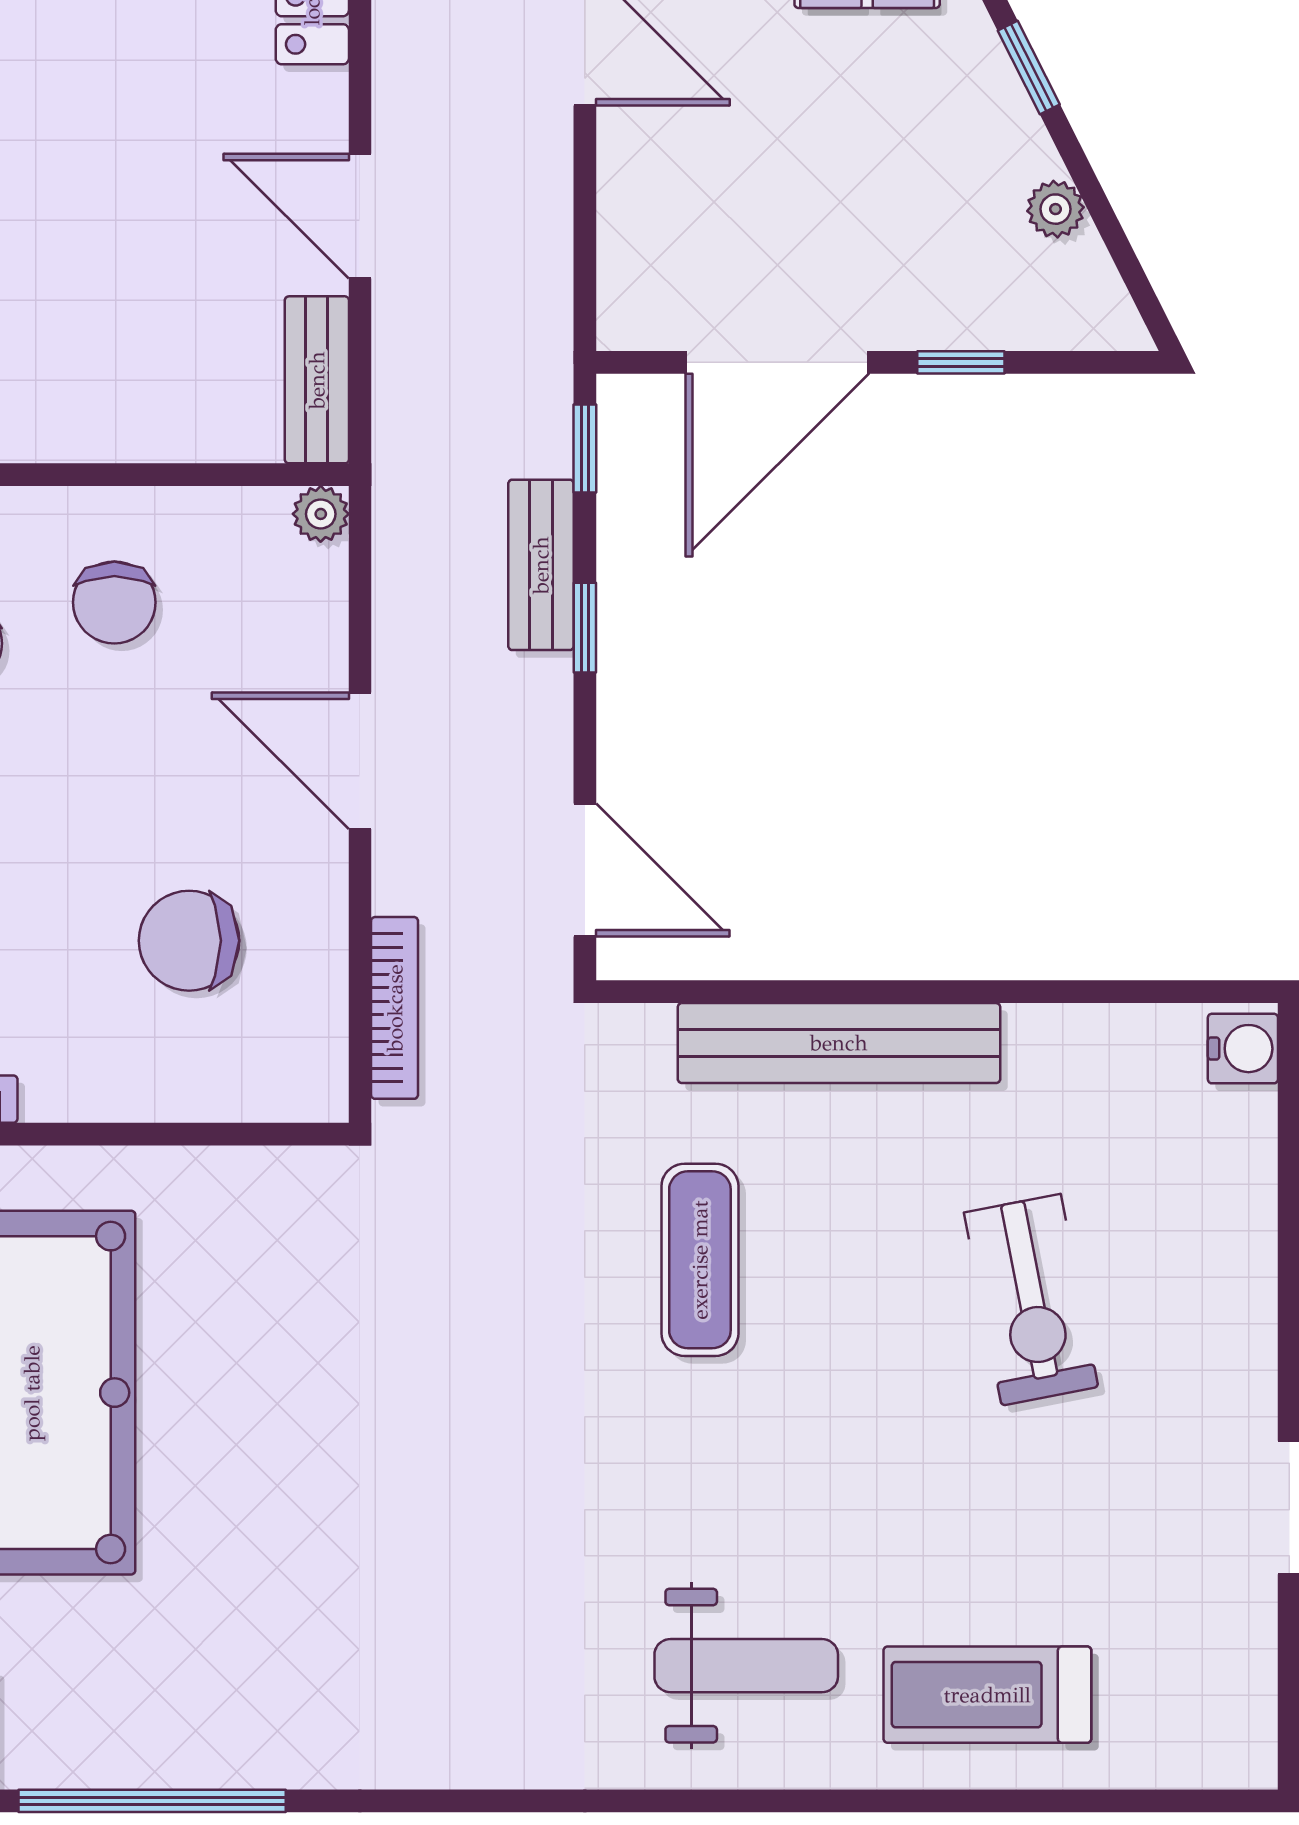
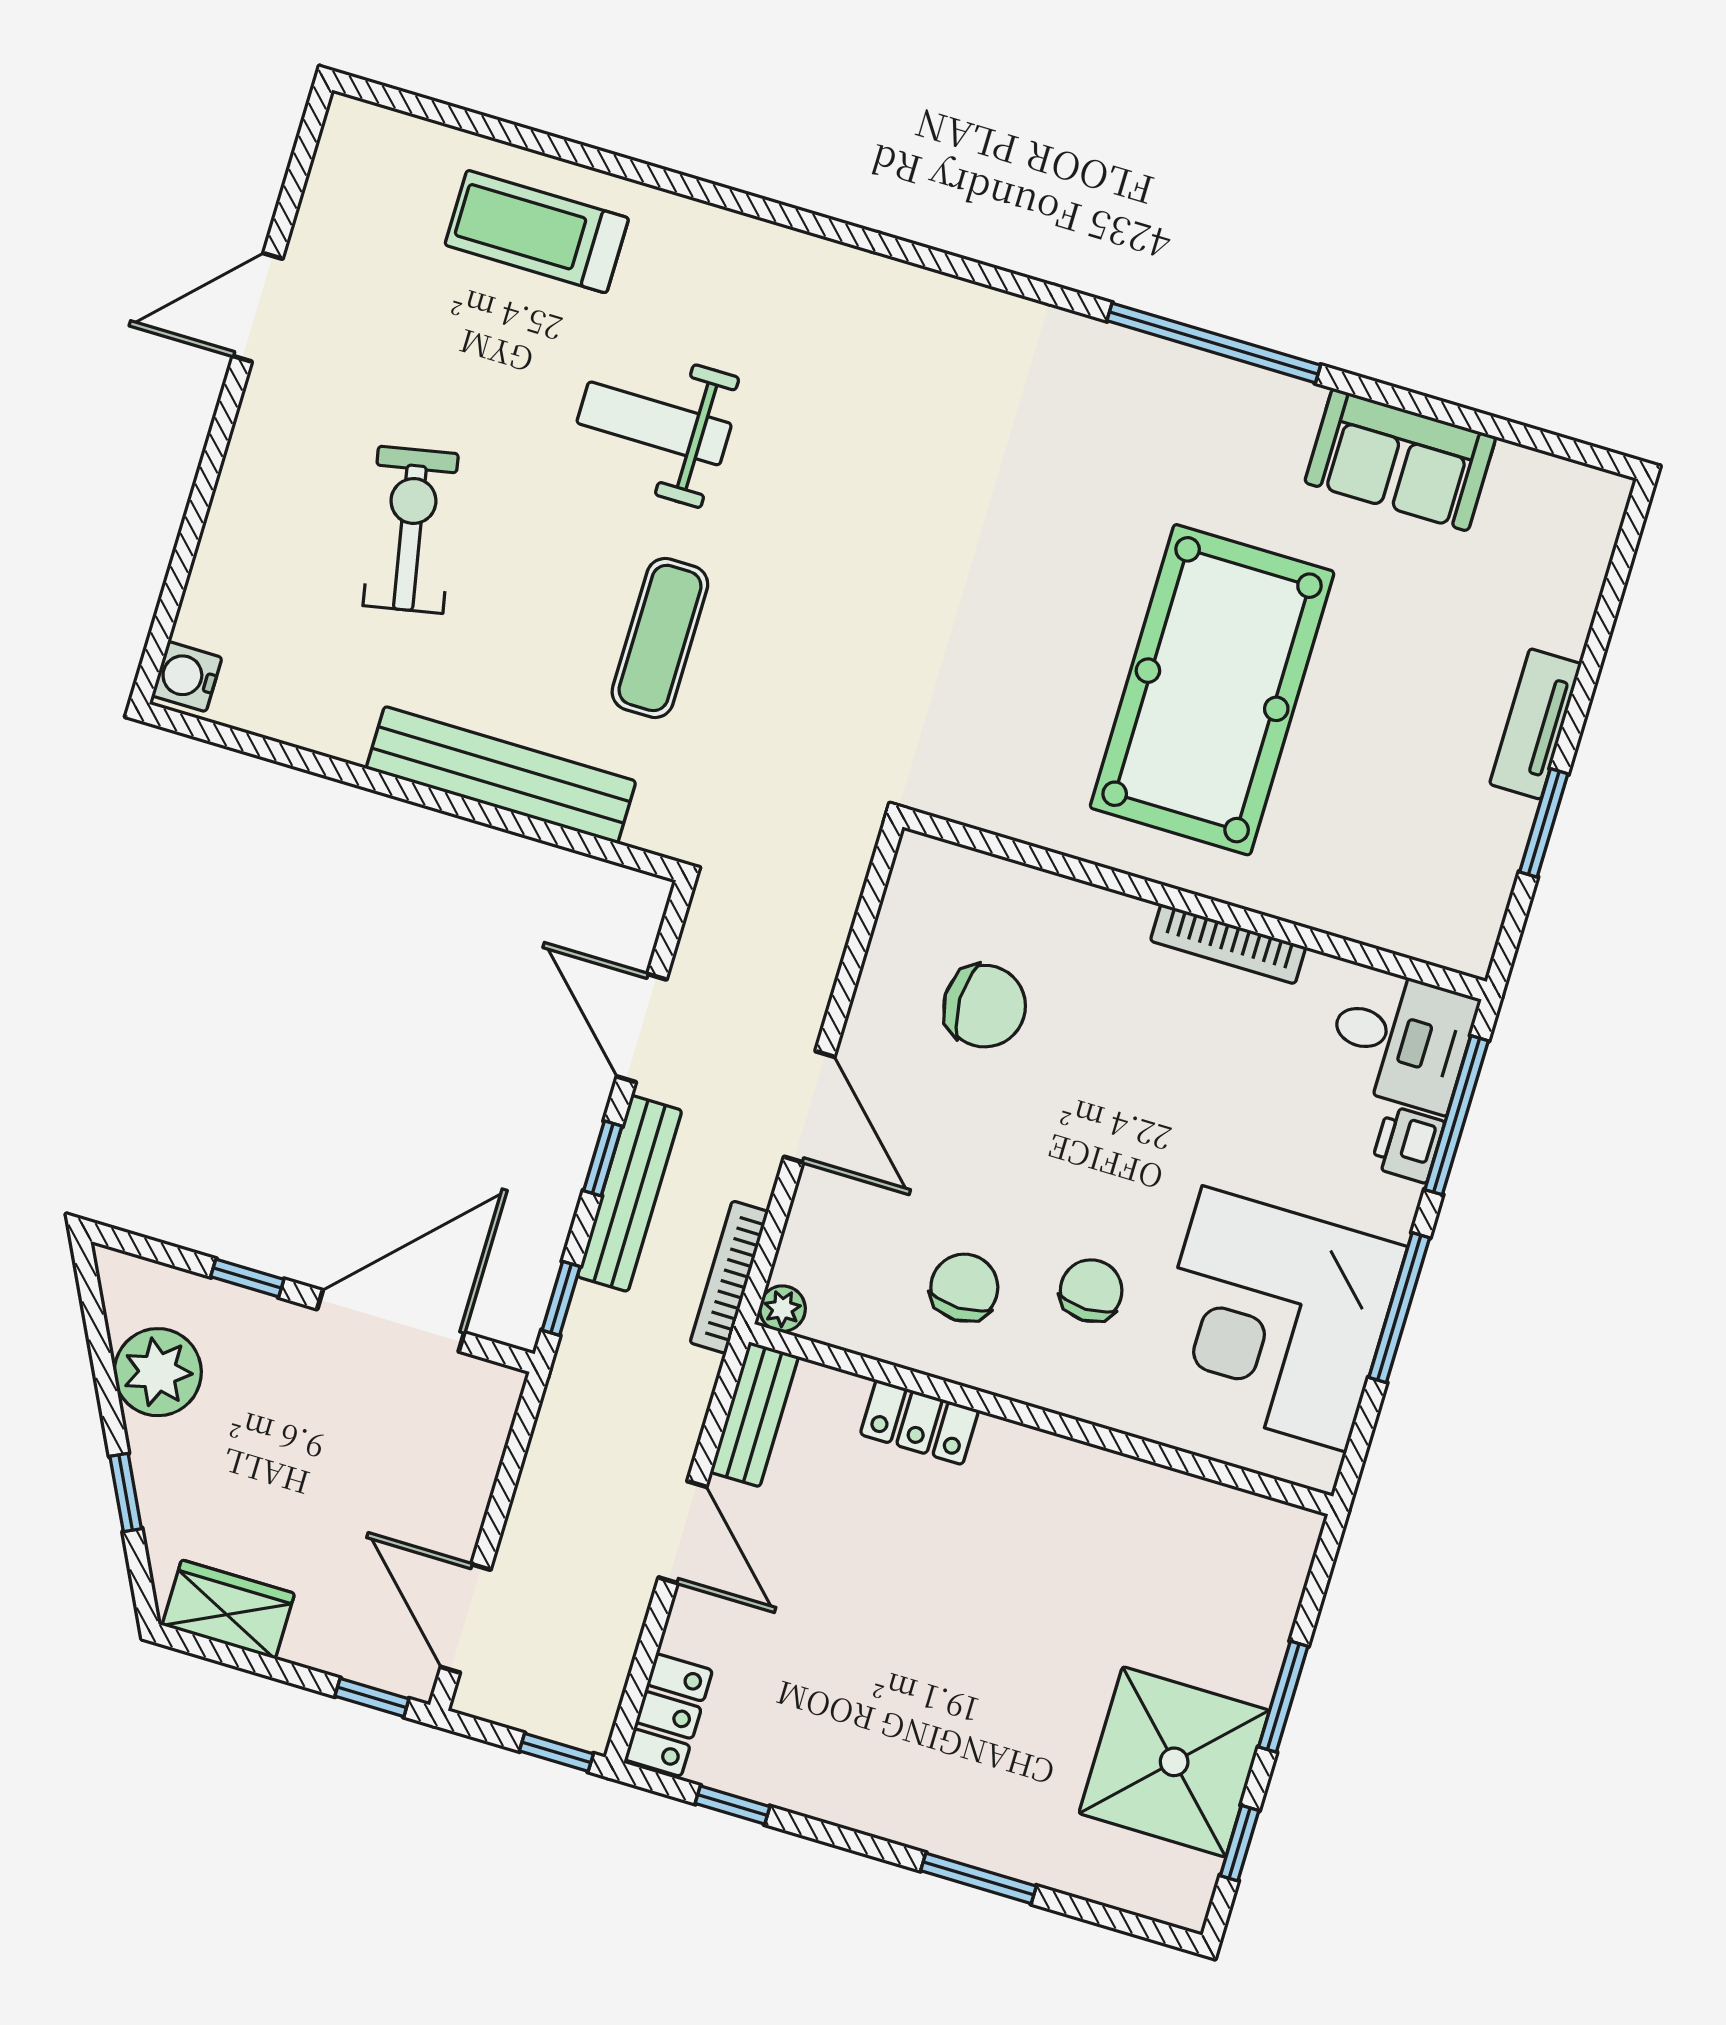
plant: (1055, 209) -> (158, 1372), width x1.88, depth x1.88
locker: (120, 428) -> (919, 1422), added
bench: (541, 565) -> (630, 1193), width x1.36
door: (585, 870) -> (642, 1028), moved
bookcase: (395, 1008) -> (729, 1277), moved
weight bench: (746, 1666) -> (654, 423), moved
treadmill: (987, 1695) -> (537, 232), turned 180

